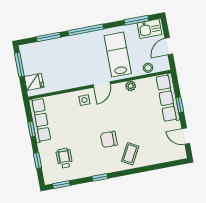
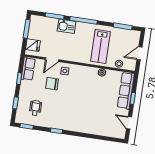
kitchen sink: (150, 29) -> (67, 26), moved
lab bench: (118, 55) -> (100, 46), turned 180
door: (102, 84) -> (52, 60), moved
row of seats: (40, 120) -> (28, 69), width x0.68
chair: (109, 139) -> (52, 84), moved
coffee table: (130, 154) -> (84, 121), removed

